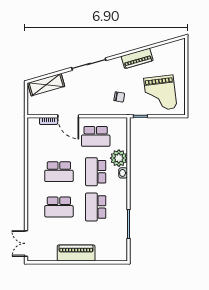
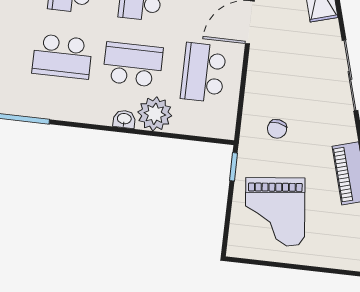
grand piano: (160, 93) -> (275, 212), turned -89
school desk: (96, 207) -> (62, 56), turned 180

